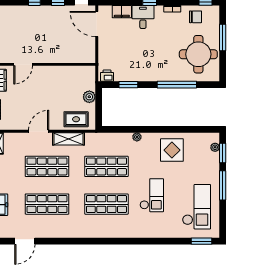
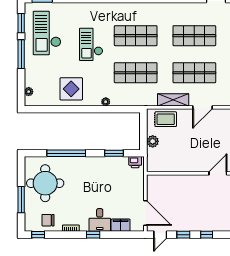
window: (223, 153) -> (21, 23), moved

